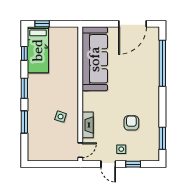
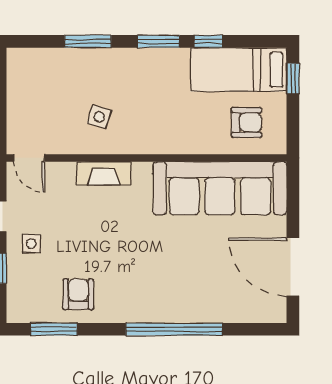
armchair: (63, 46) -> (246, 123), added
window: (24, 53) -> (208, 41), moved
window: (162, 63) -> (174, 329), moved
armchair: (131, 123) -> (78, 294), moved, turned -90
fireplace: (88, 125) -> (103, 173), moved

